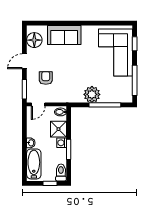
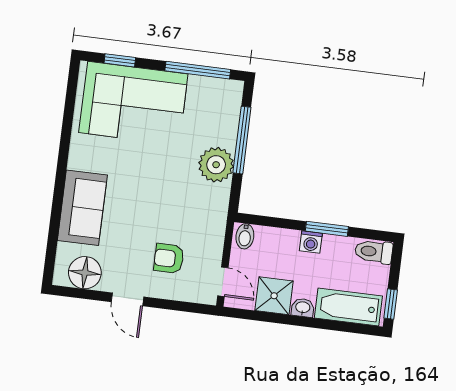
window: (24, 89) -> (187, 307), removed
shower: (58, 129) -> (274, 296), moved
window: (50, 183) -> (391, 304), moved

